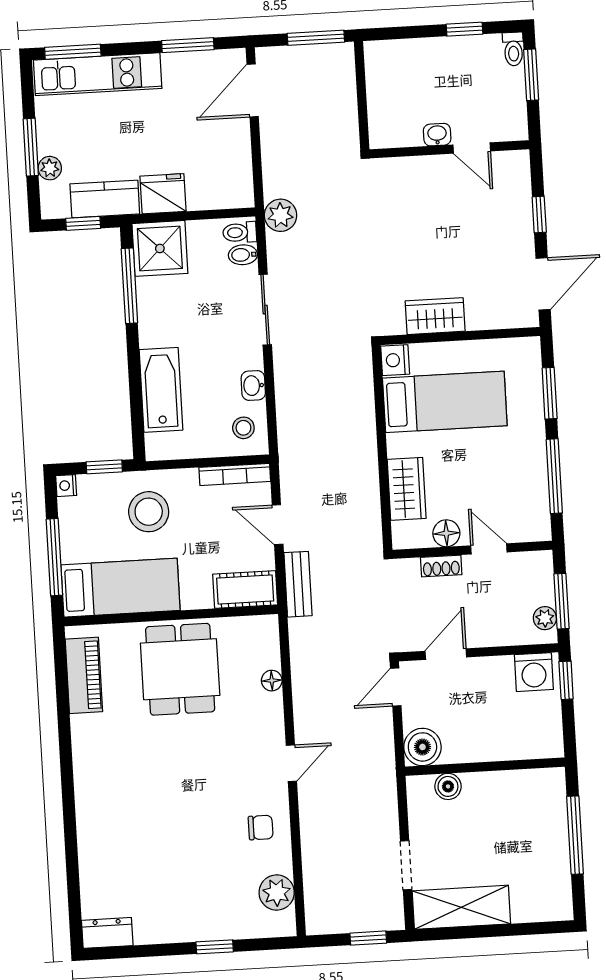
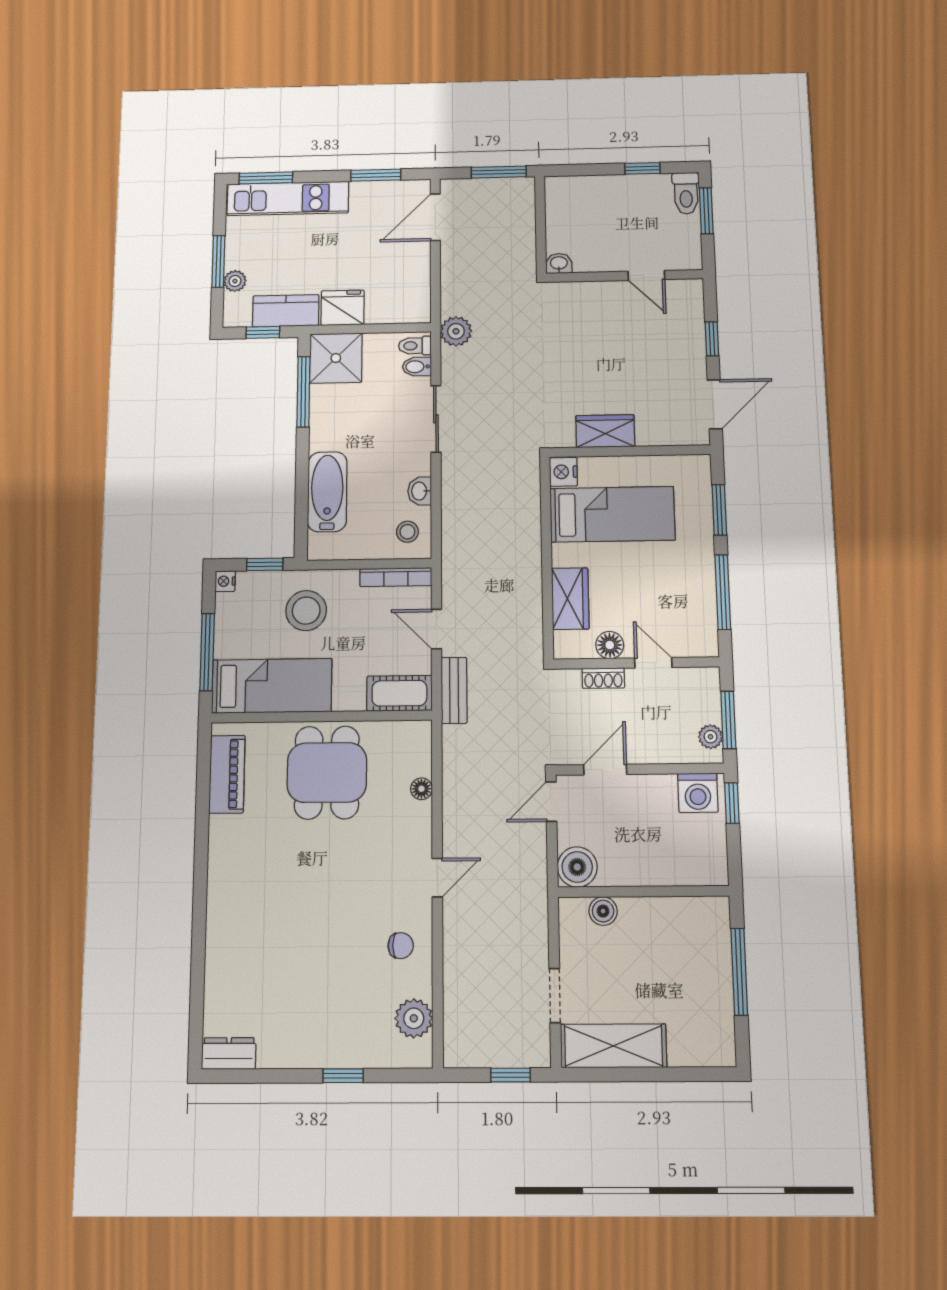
toilet: (513, 49) -> (686, 193), width x1.37, depth x1.39
washbasin: (437, 135) -> (559, 263), moved

